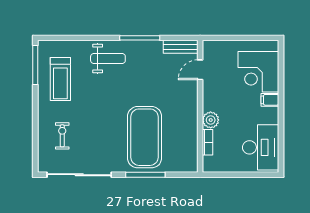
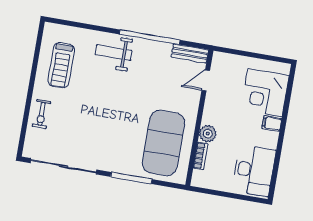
window: (140, 38) -> (150, 37), width x1.46
weight bench: (108, 58) -> (114, 53), turned 180
window: (35, 65) -> (38, 46), removed
exercise bike: (62, 136) -> (42, 114), moved, turned 180
exercise mat: (145, 137) -> (163, 143), moved

